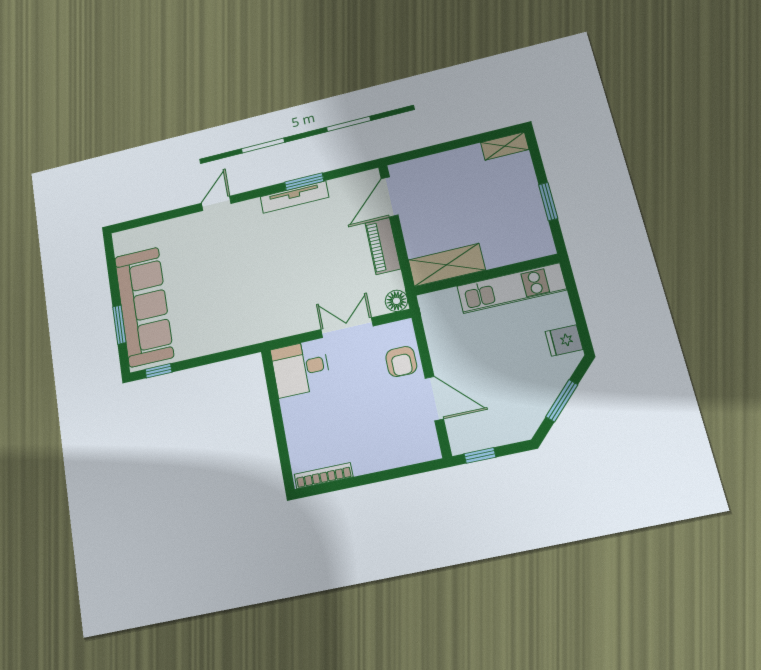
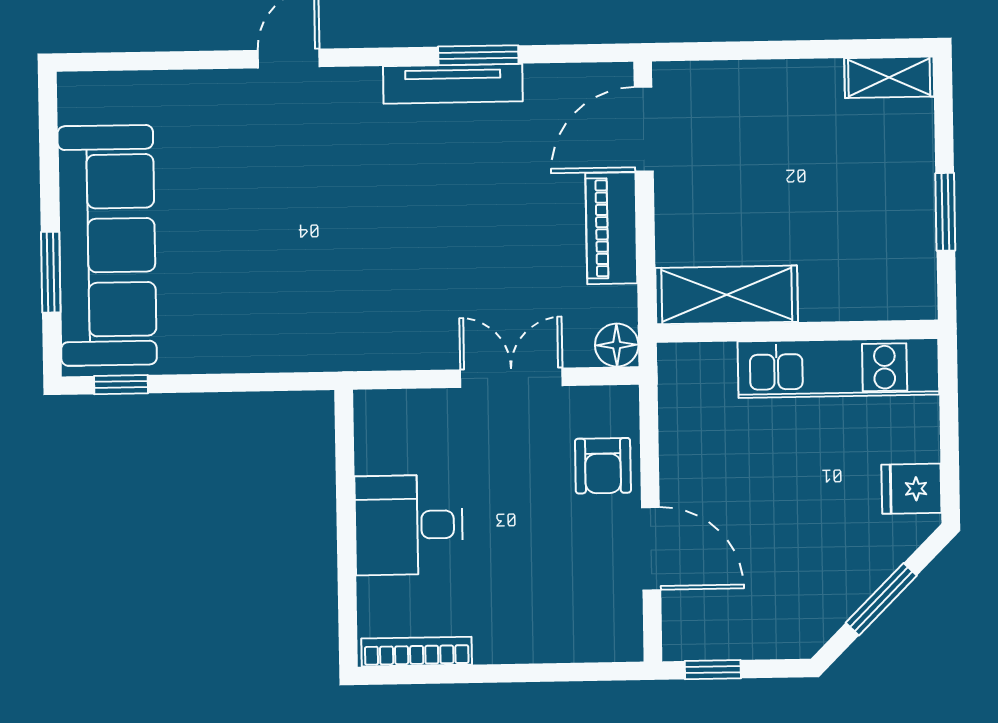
desk: (301, 368) -> (409, 525), moved

